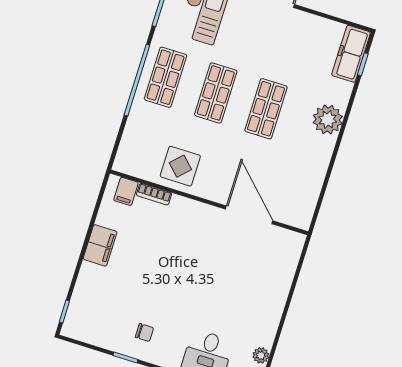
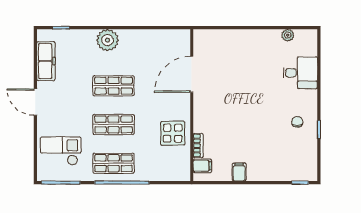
freezer: (351, 54) -> (46, 61), moved, turned -90
filing cabinet: (100, 245) -> (239, 172), width x0.50

